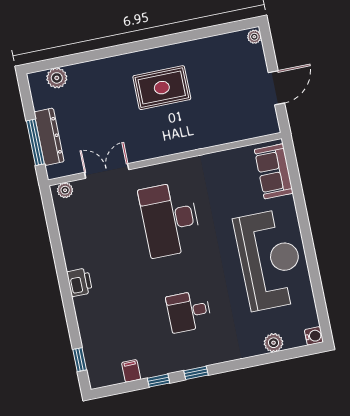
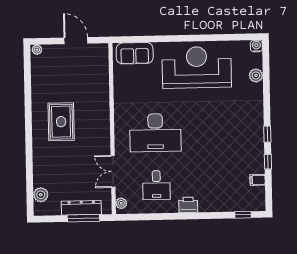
desk: (189, 311) -> (156, 185), moved

